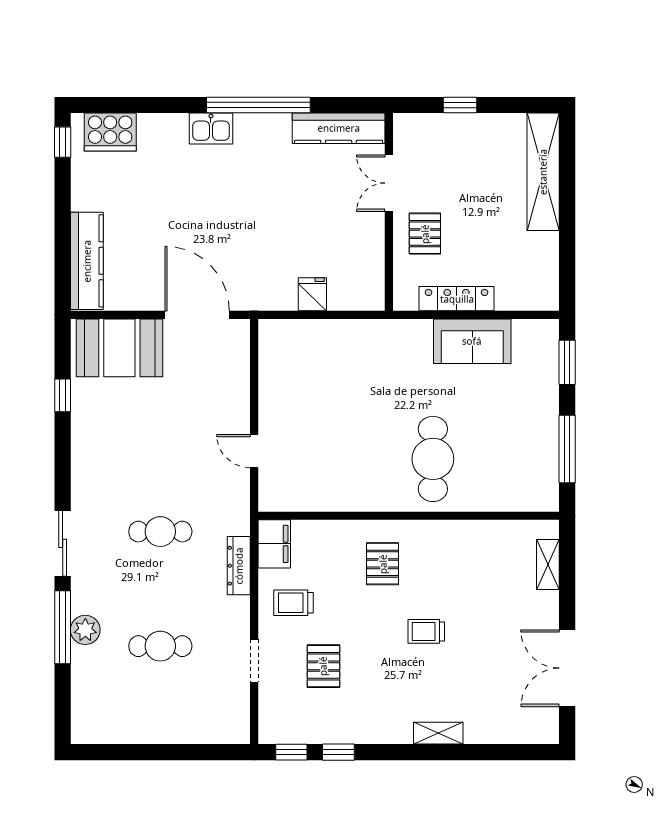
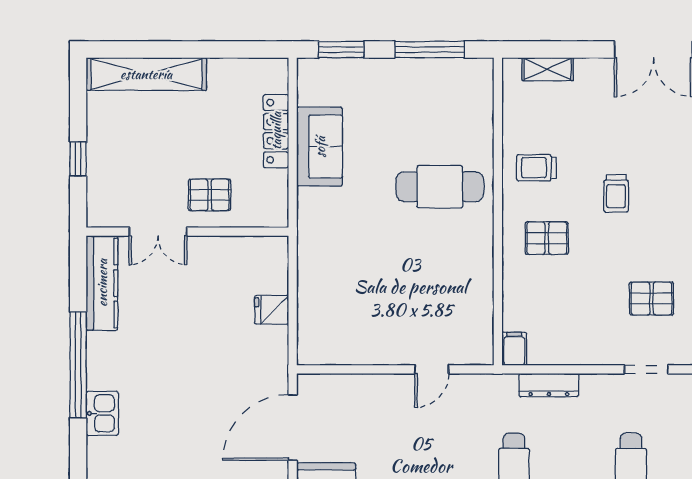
locker: (457, 299) -> (276, 131), moved
filing cabinet: (274, 544) -> (514, 349), width x0.50
trolley: (293, 603) -> (537, 168), moved, turned 90

